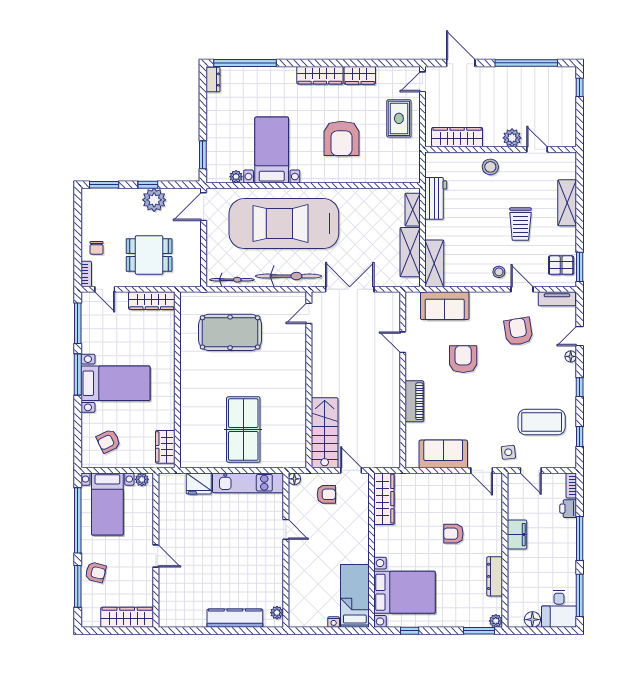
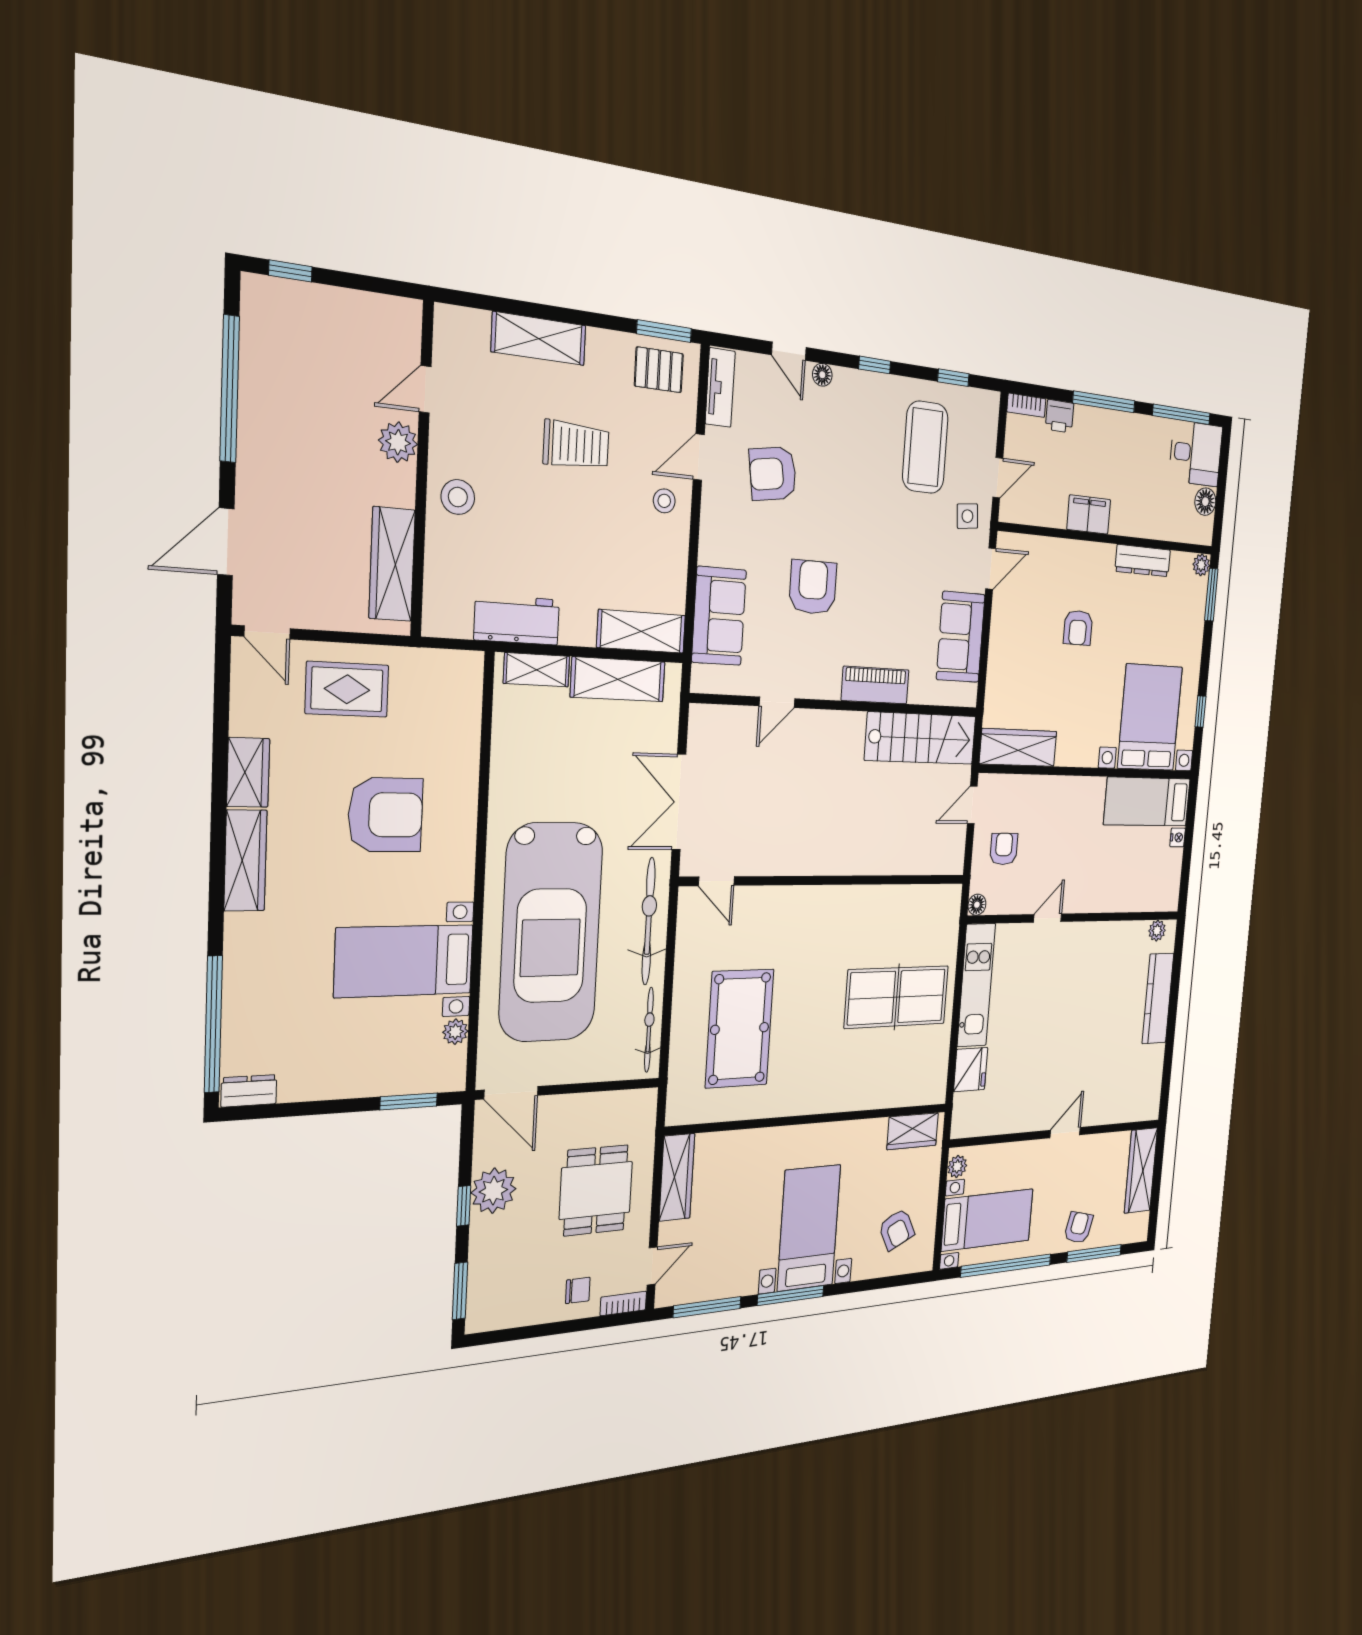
pallet: (561, 265) -> (659, 370), turned 90
armchair: (463, 359) -> (813, 587), turned 90
stairs: (325, 433) -> (921, 738), moved, turned 180

